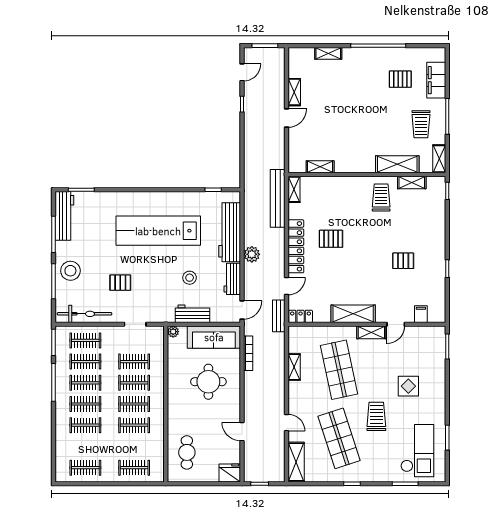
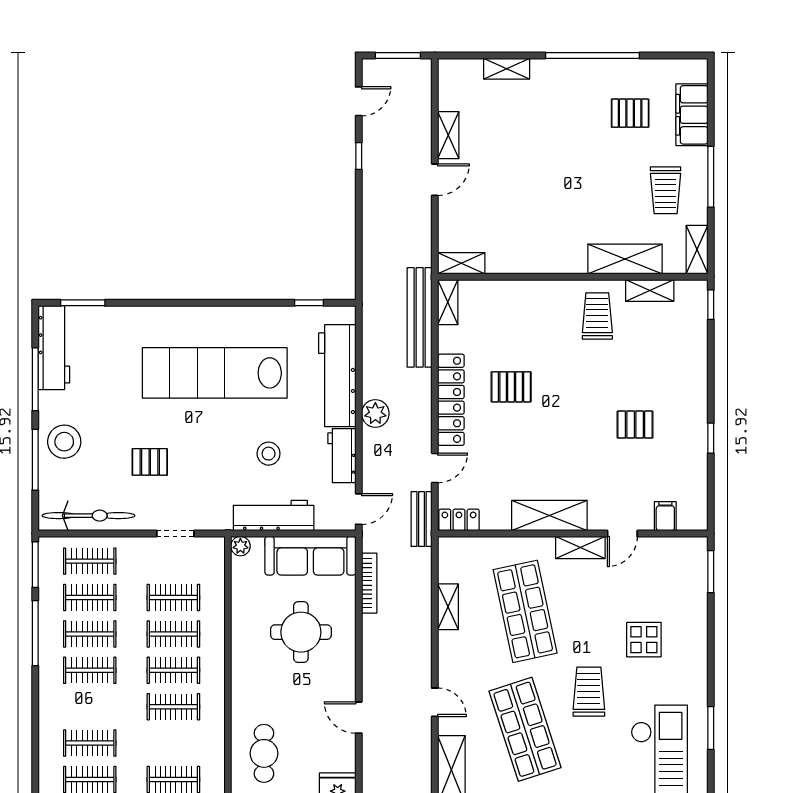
shelving: (320, 167) -> (461, 263), moved
workbench: (192, 314) -> (274, 516), width x1.37
clothes rail: (85, 425) -> (90, 743), moved

